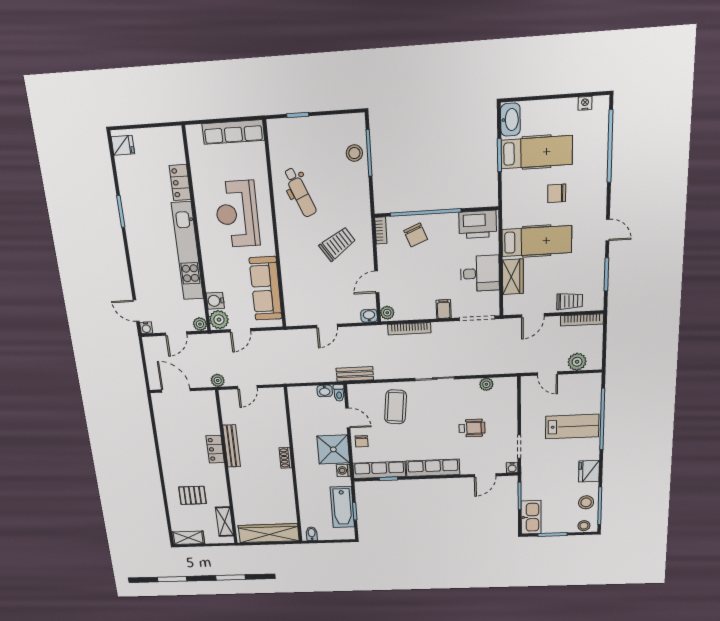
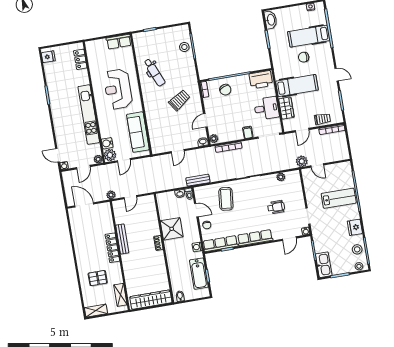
row of seats: (233, 132) -> (119, 42), width x0.68
hospital bed: (537, 152) -> (309, 36), moved, turned 180
locker: (180, 183) -> (80, 59), moved
plant: (577, 362) -> (302, 161), moved
locker: (215, 449) -> (112, 248), width x1.53
shower: (333, 449) -> (172, 229), moved

